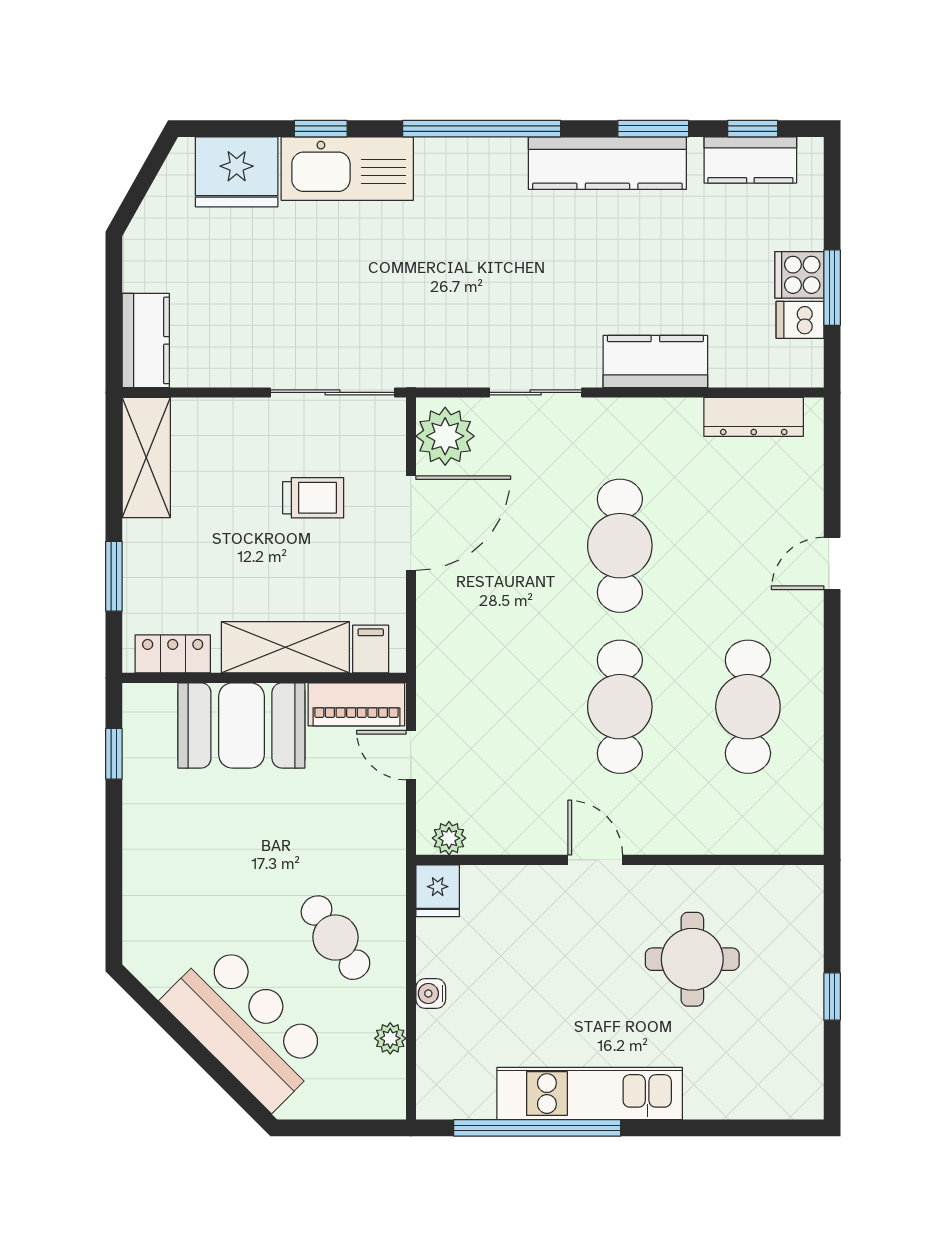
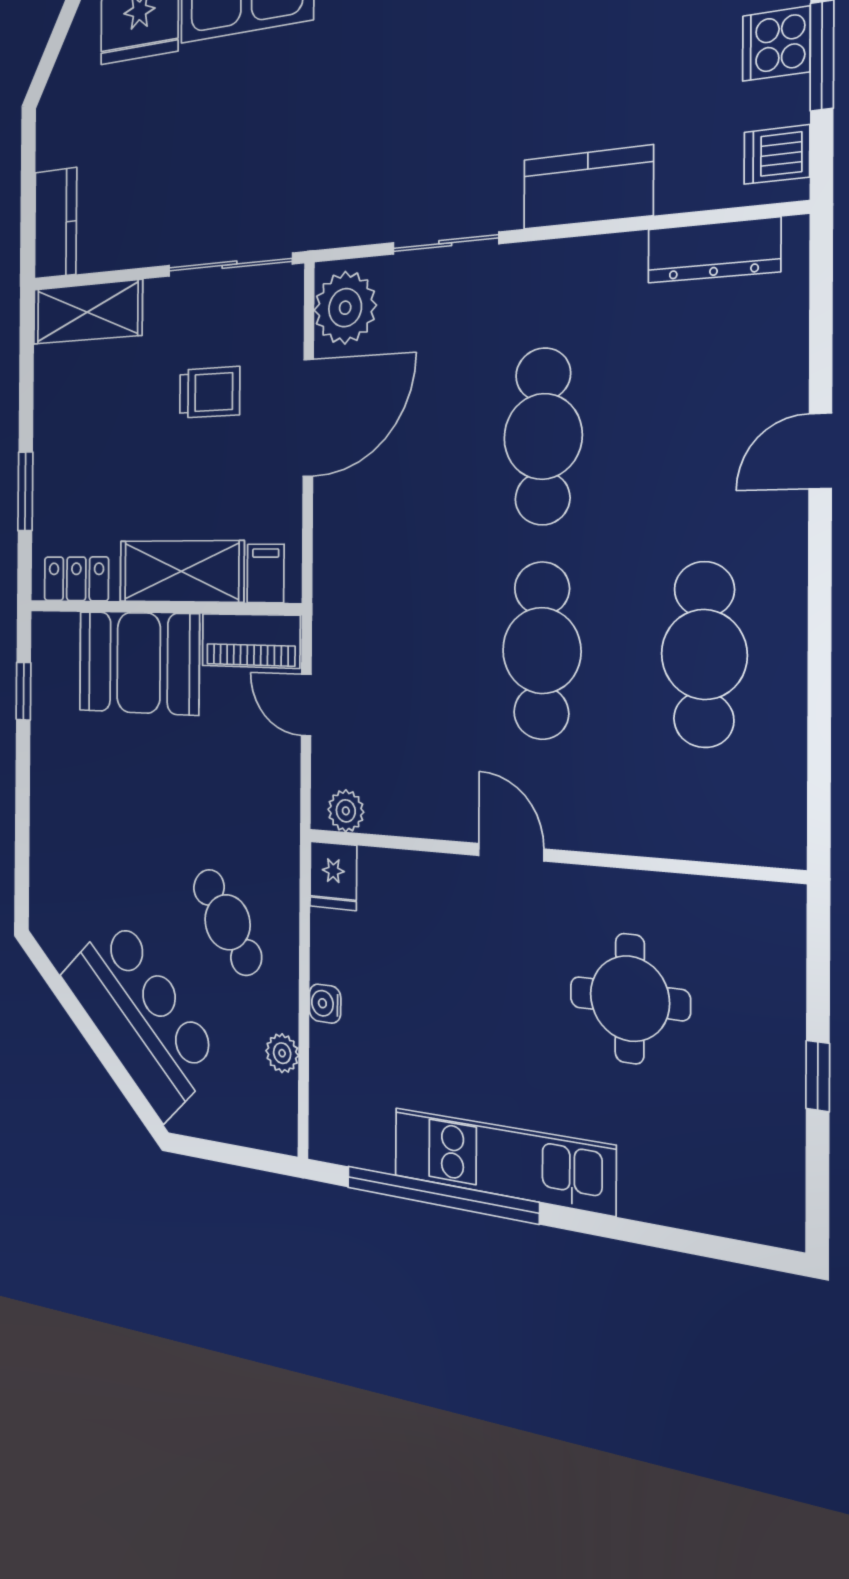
dishwasher: (800, 320) -> (777, 155), moved
shelving: (146, 458) -> (87, 312), moved, turned 90

